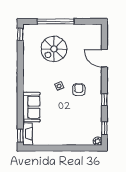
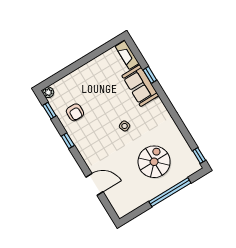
armchair: (79, 90) -> (75, 112), moved
window: (20, 136) -> (150, 75), moved

